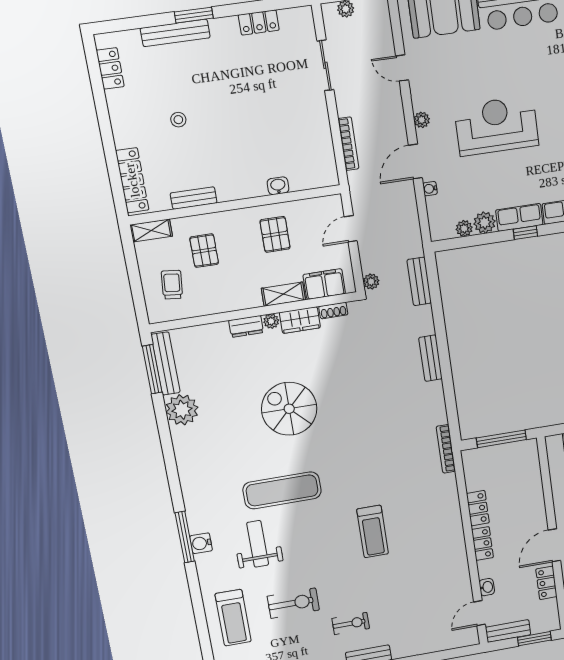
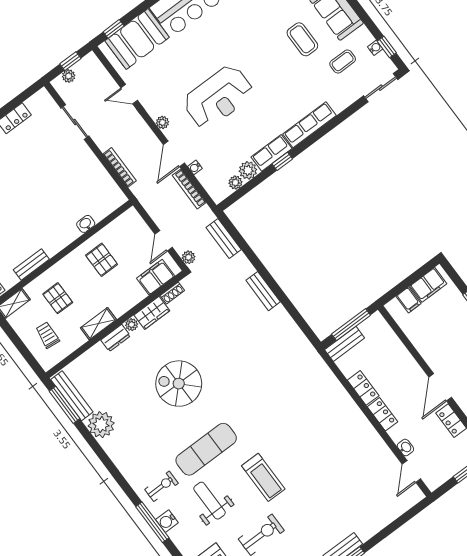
reception desk: (496, 126) -> (218, 97), turned 180
door: (351, 229) -> (164, 241), moved
shelving: (283, 294) -> (98, 324), moved
bookcase: (446, 449) -> (189, 189), moved
treadmill: (373, 532) -> (263, 477), moved
exercise bike: (351, 623) -> (162, 486), moved
bench: (508, 631) -> (345, 344), moved

